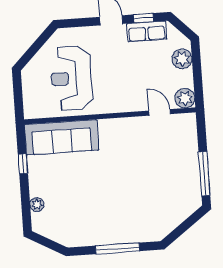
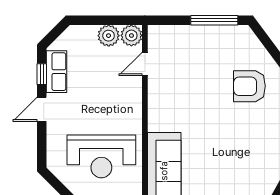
plant: (182, 59) -> (109, 36), moved
armchair: (146, 210) -> (249, 86), added

